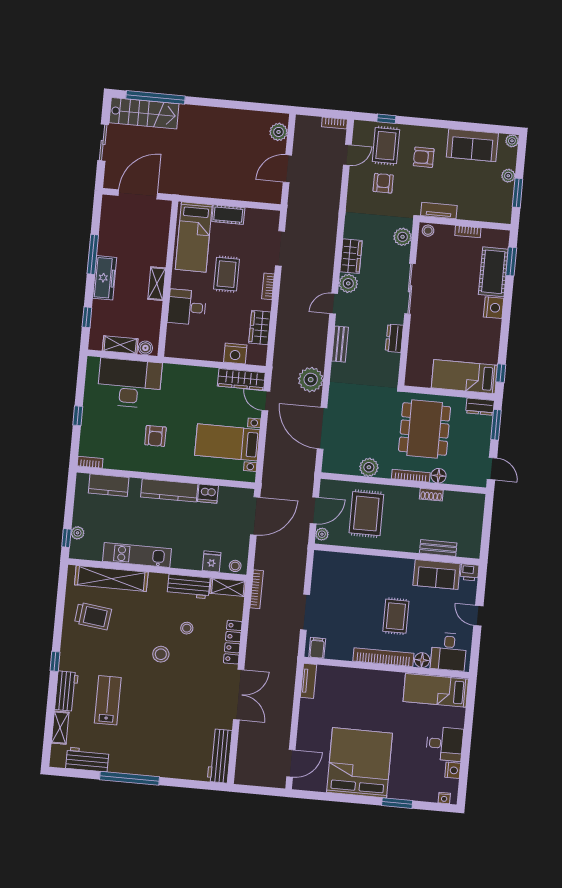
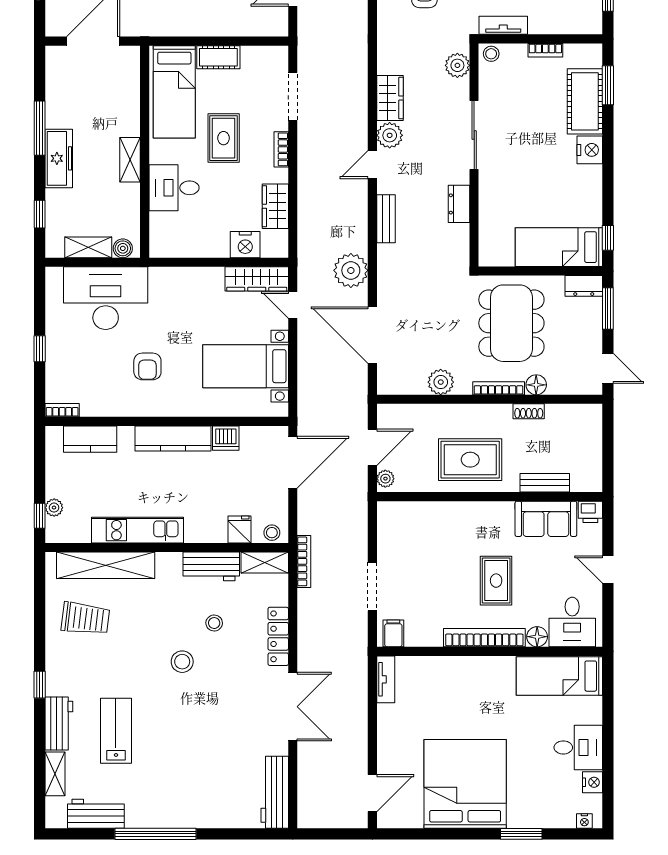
rug: (366, 514) -> (470, 460), moved, turned 90

